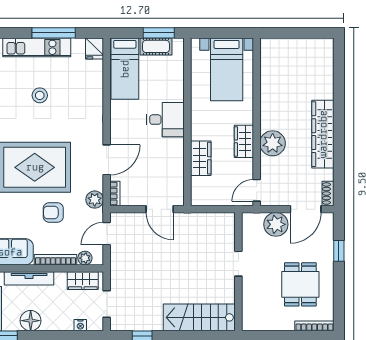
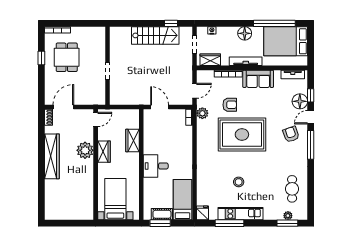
door: (107, 160) -> (194, 139), removed
plant: (276, 224) -> (83, 97), removed
window: (339, 251) -> (41, 58), moved
plant: (85, 258) -> (209, 75), removed
stairs: (199, 317) -> (155, 35), moved

